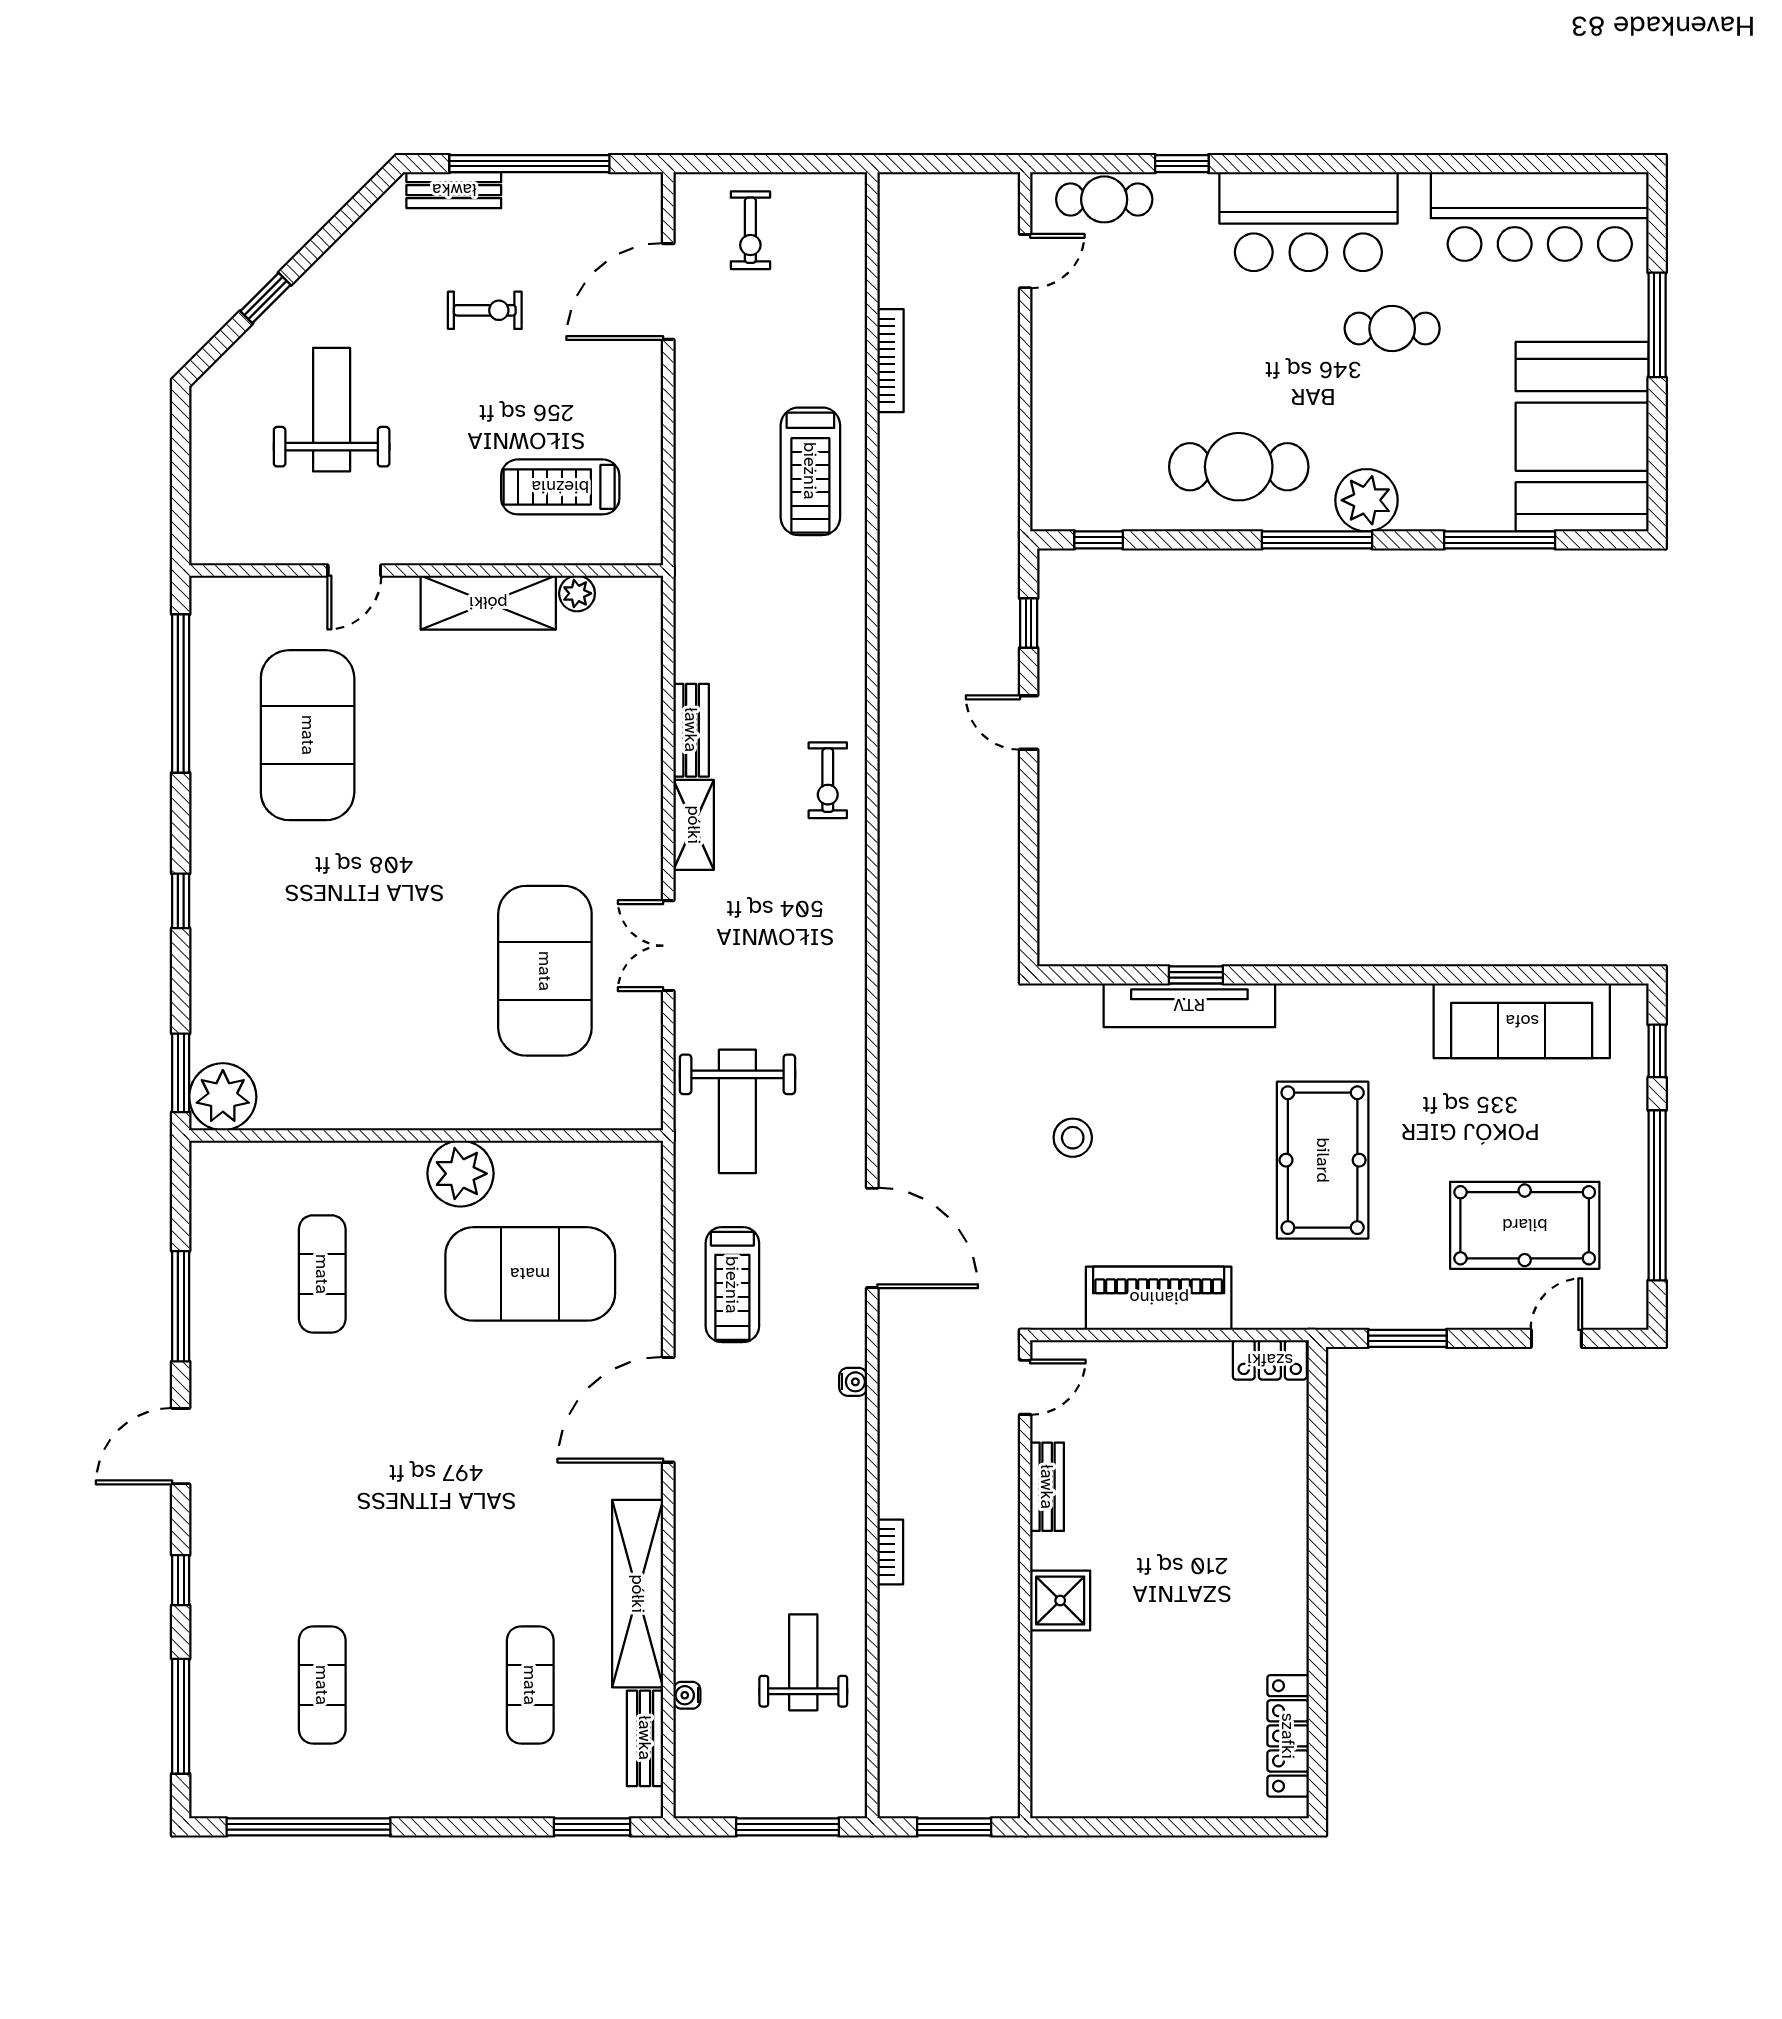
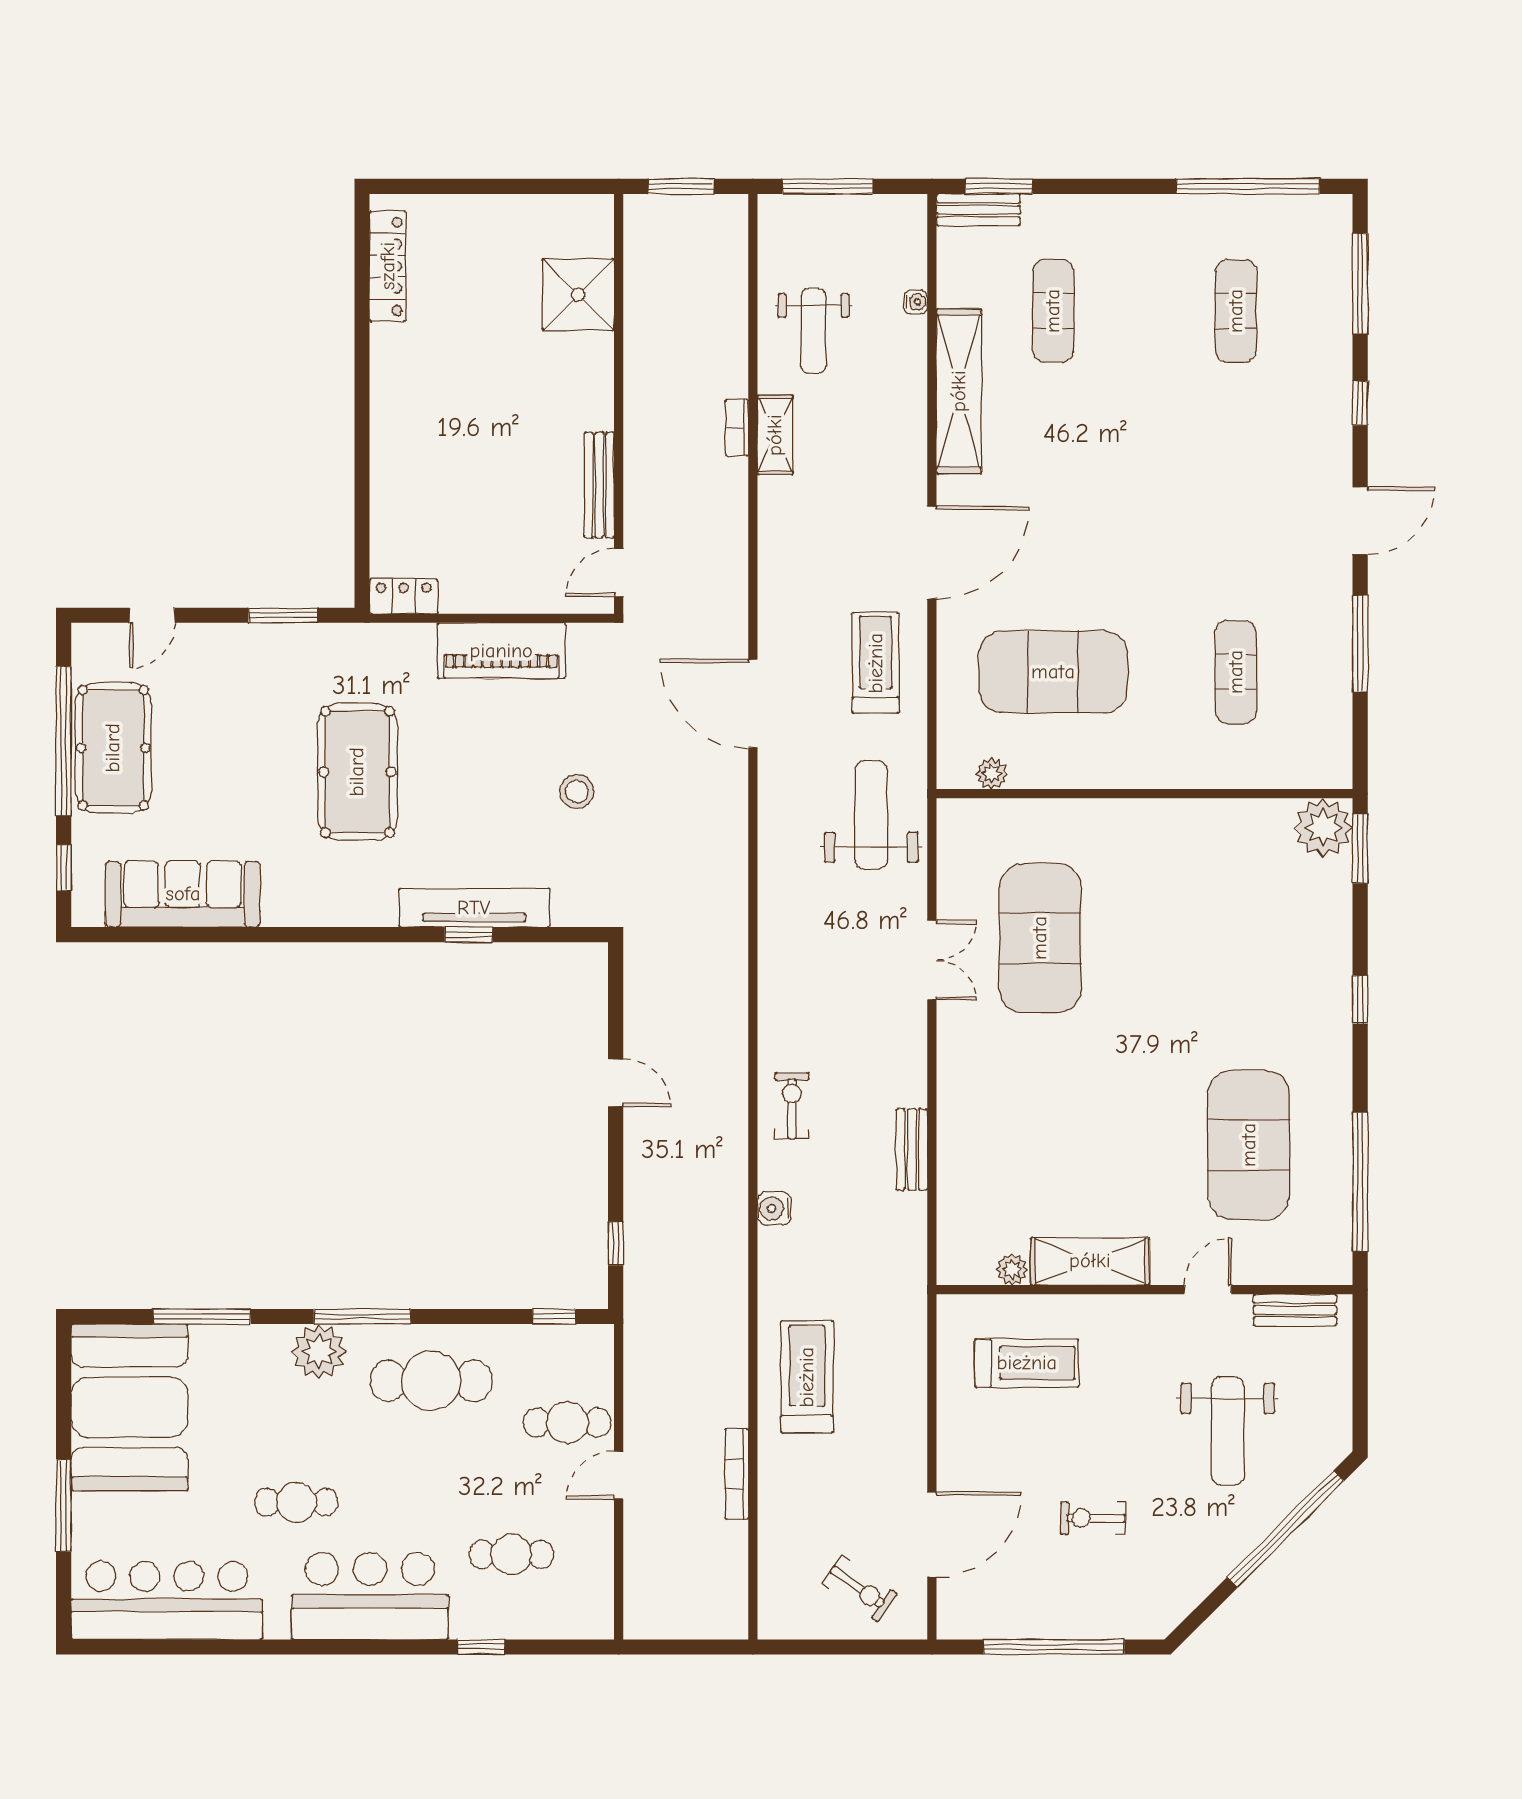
bench: (454, 190) -> (1295, 1310), moved
cafe table: (1104, 199) -> (511, 1554), moved
exercise bike: (750, 230) -> (860, 1588), turned 125
door: (1025, 261) -> (619, 1475), moved
window: (266, 298) -> (1286, 1529), width x3.17
cafe table: (1084, 419) -> (567, 1422), added
door: (1029, 723) -> (616, 1083), moved
shelving: (694, 825) -> (775, 435), moved
plant: (460, 1174) -> (992, 774), moved, width x0.53, depth x0.53
pool table: (1525, 1225) -> (113, 748), moved, turned 90
water cooler: (853, 1382) -> (774, 1208), moved, width x1.38, depth x1.38
bench: (1047, 1487) -> (599, 485), width x1.36
shower: (1060, 1601) -> (578, 295), moved, width x1.36, depth x1.36
bench: (645, 1738) -> (978, 210), moved, turned 90

